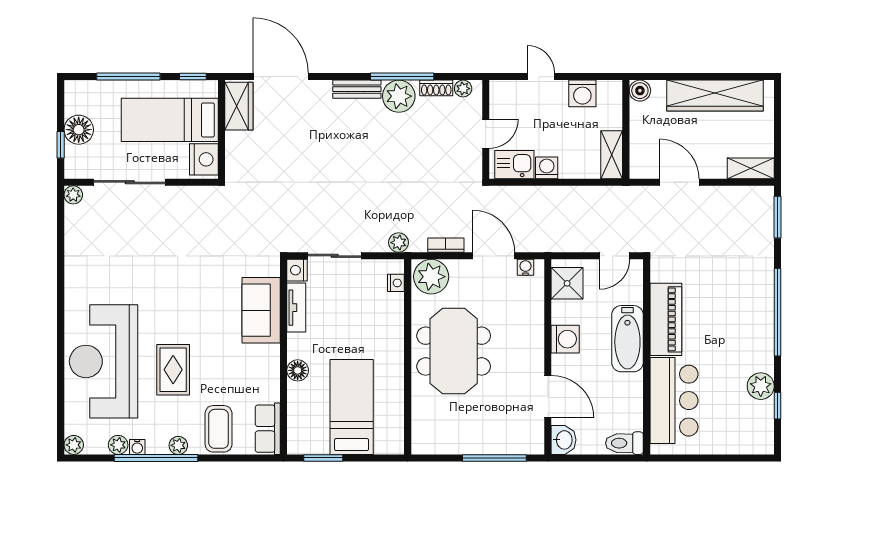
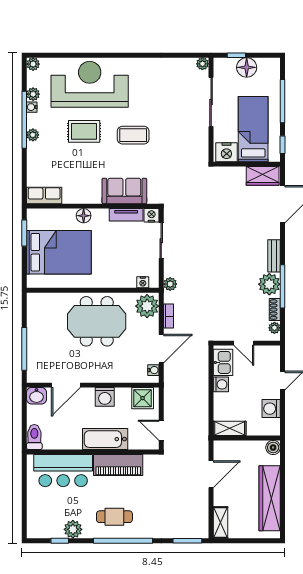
cafe table: (742, 325) -> (114, 517), added
bed: (352, 407) -> (59, 252), width x1.50
coffee table: (219, 429) -> (133, 135), moved

